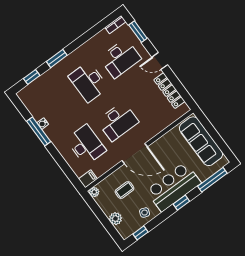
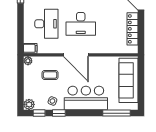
window: (181, 203) -> (59, 113), moved
plant: (115, 219) -> (29, 104), moved

